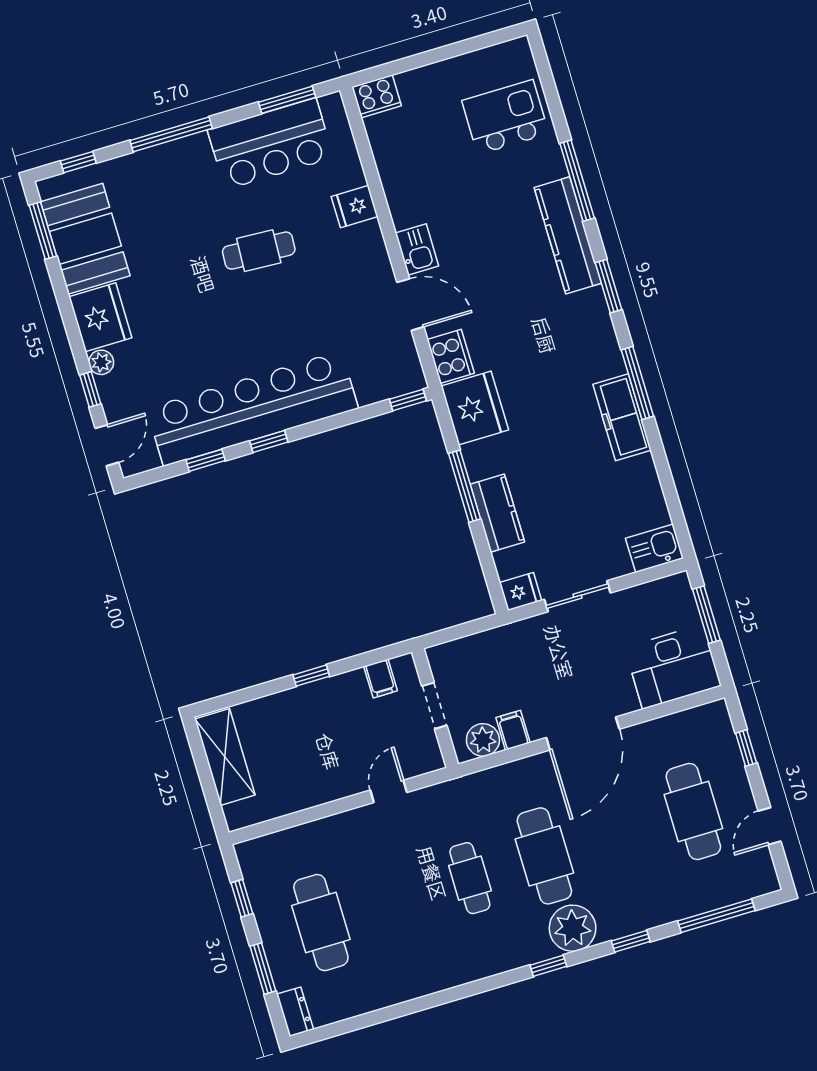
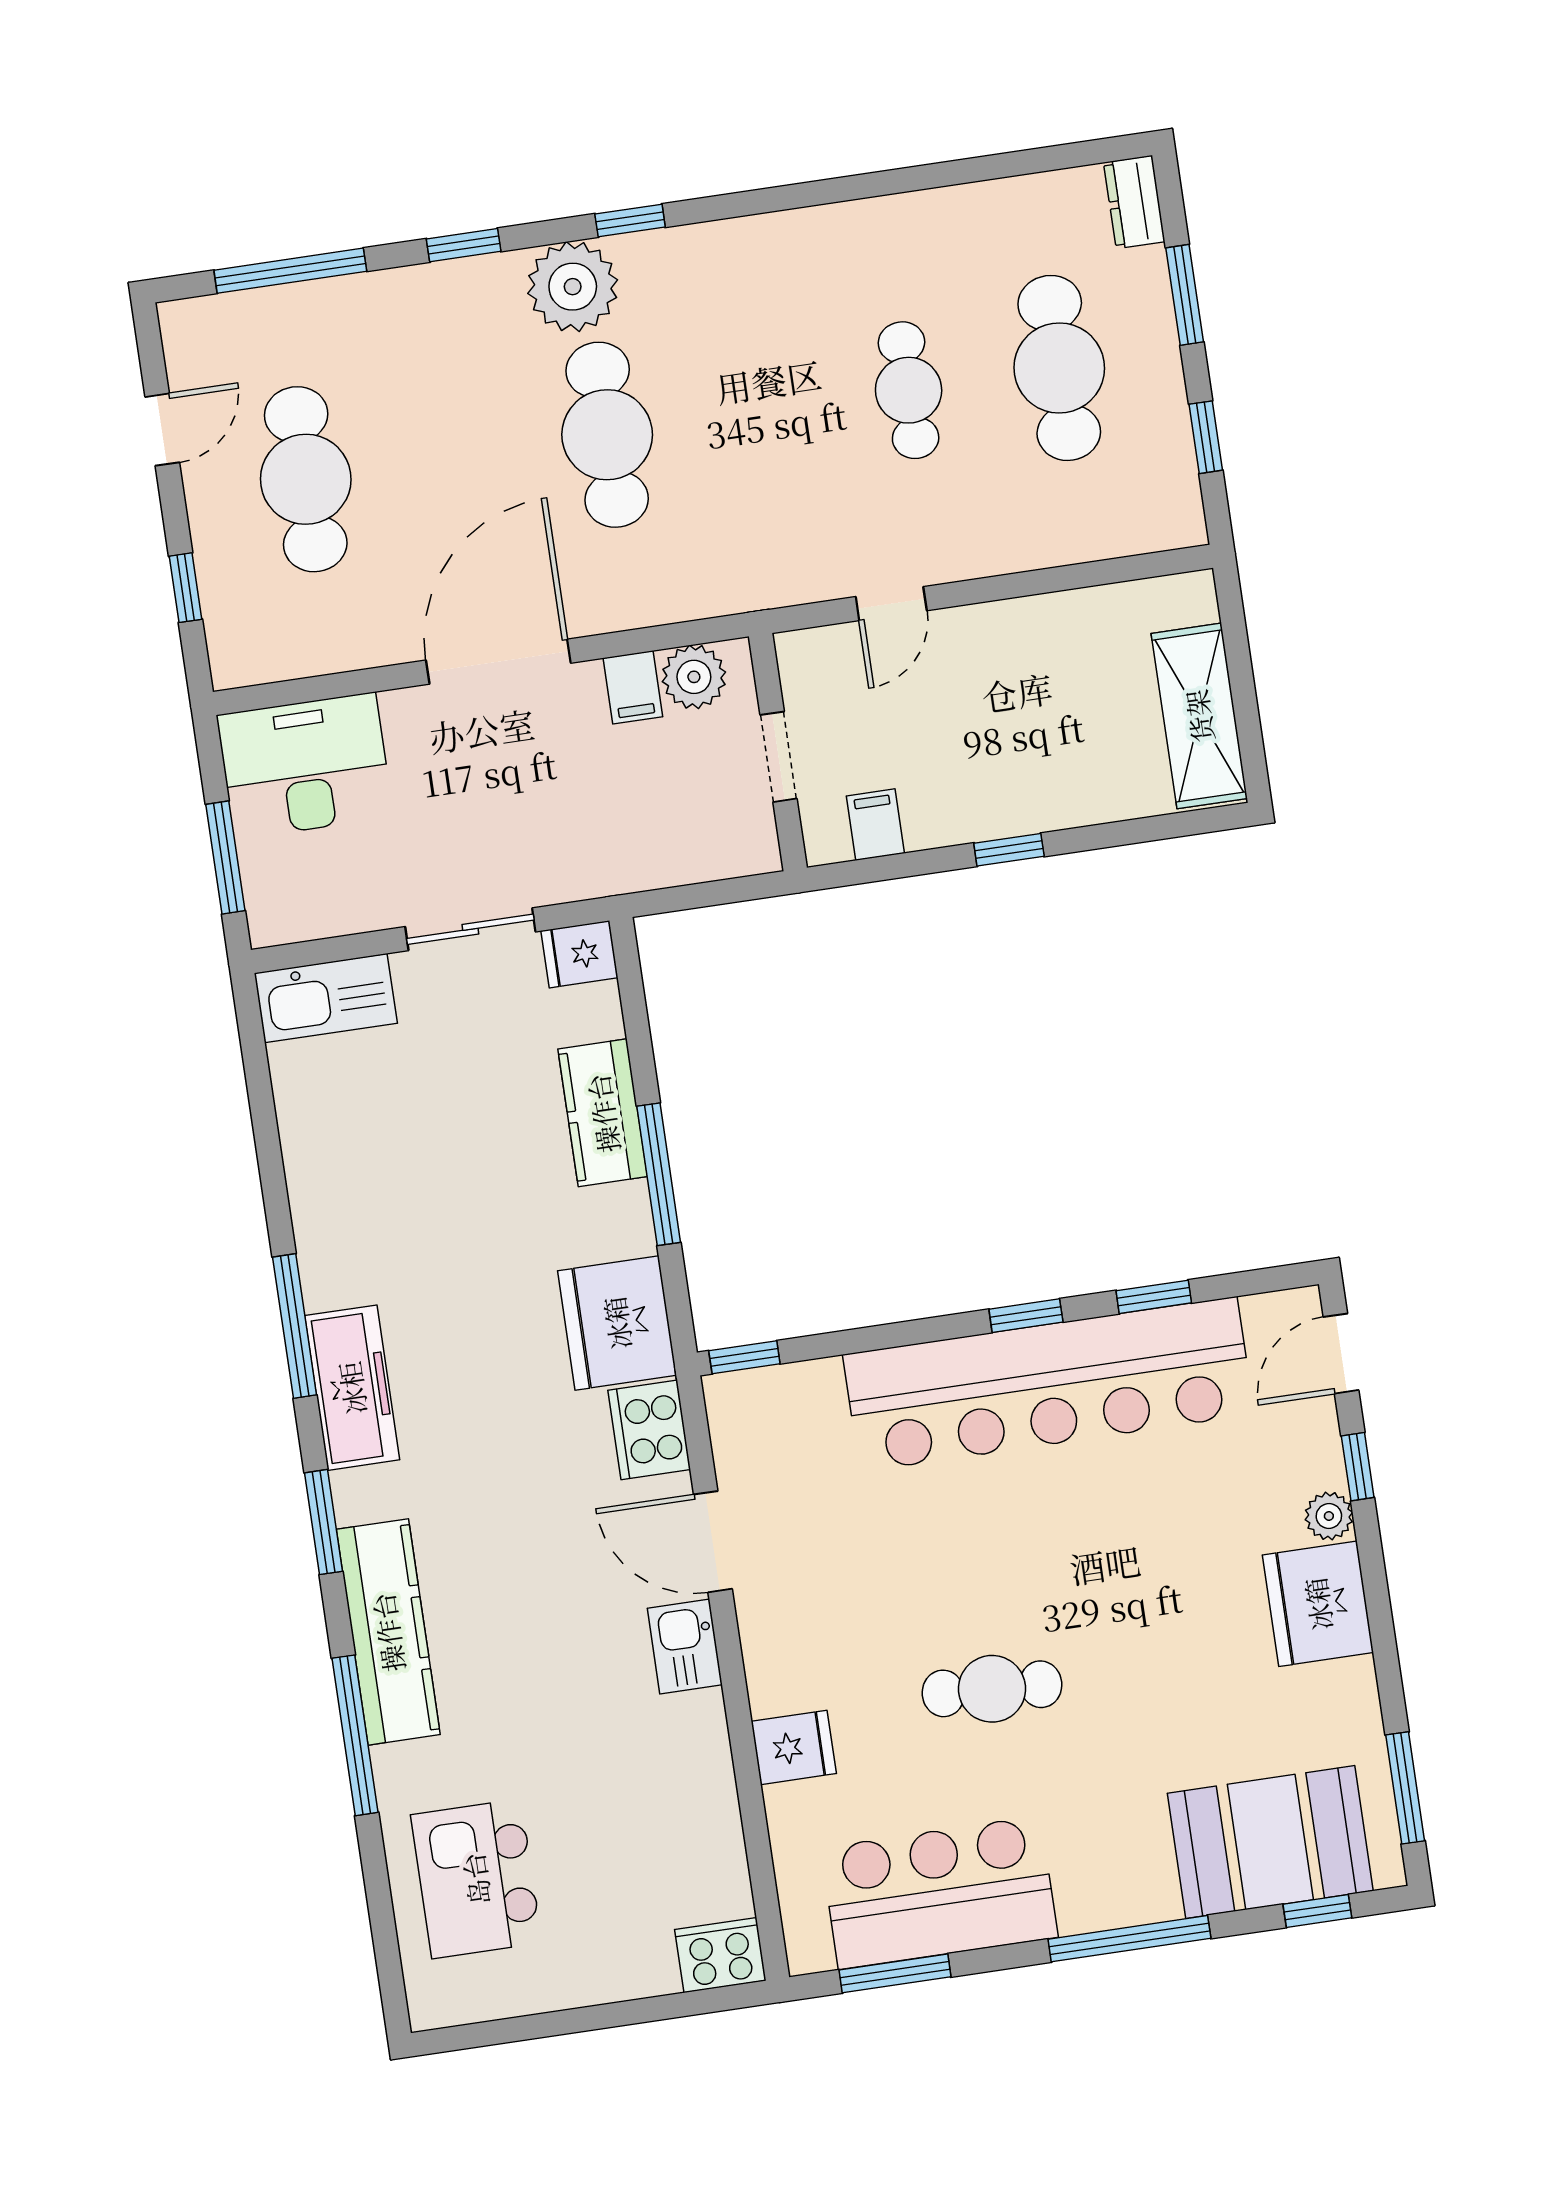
kitchen island: (505, 117) -> (476, 1879), turned 90
booth: (85, 239) -> (1270, 1842), moved, turned 90
freezer: (622, 417) -> (352, 1388), moved
kitchen sink: (654, 548) -> (326, 998), width x1.38
cafe table: (470, 878) -> (909, 390), moved

